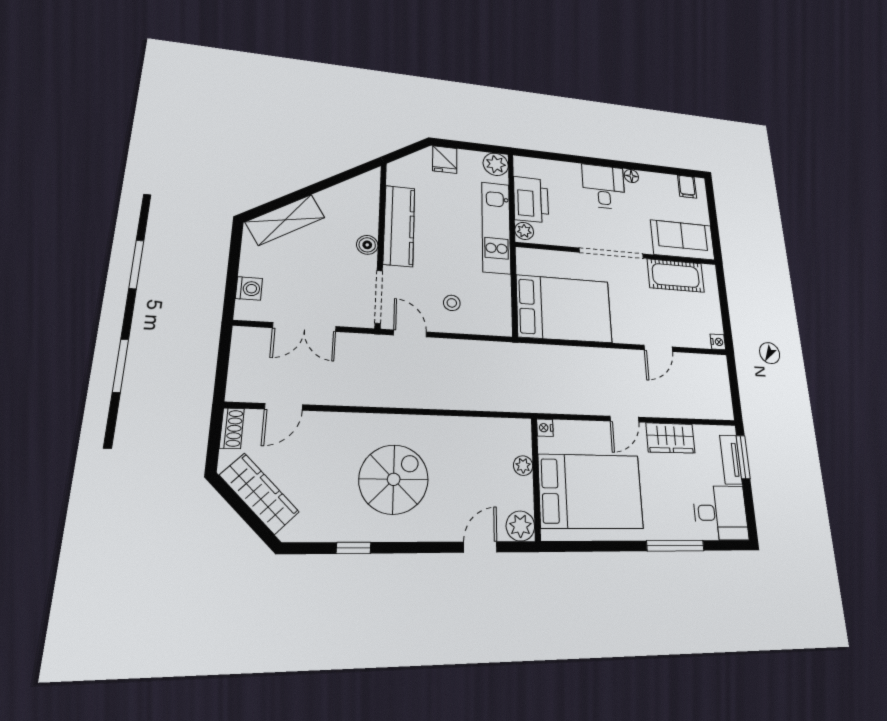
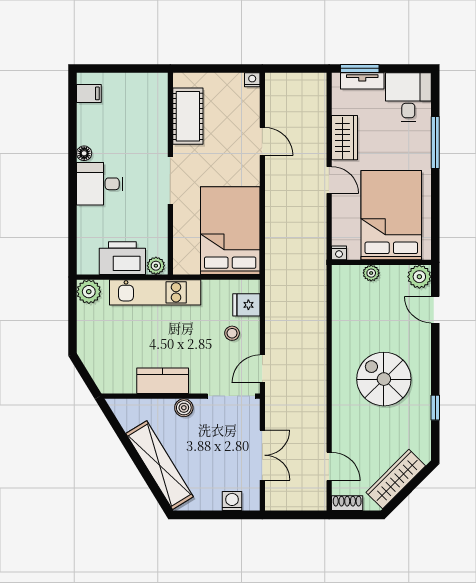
fridge: (445, 160) -> (246, 305), moved, turned 180
shelving: (285, 220) -> (160, 465), width x1.47
kitchen counter: (399, 226) -> (163, 381), width x0.67
sofa: (683, 240) -> (149, 105), removed
doorway: (611, 253) -> (170, 181), width x0.73

